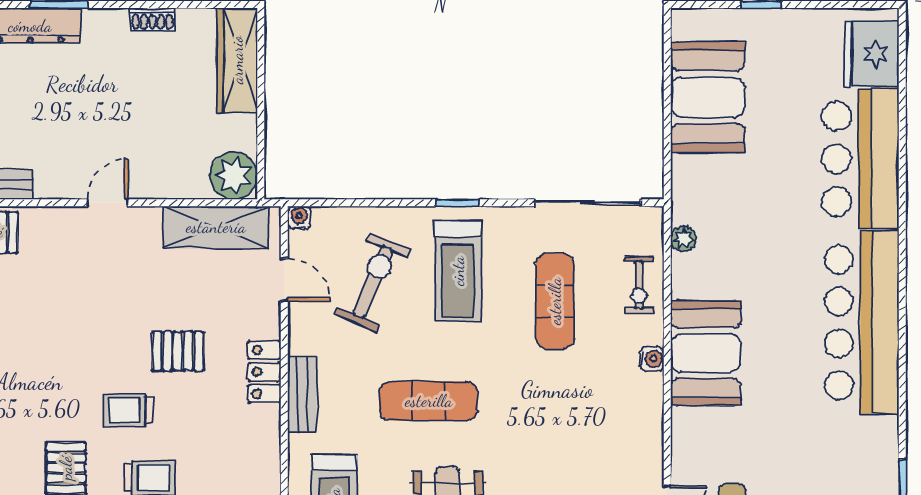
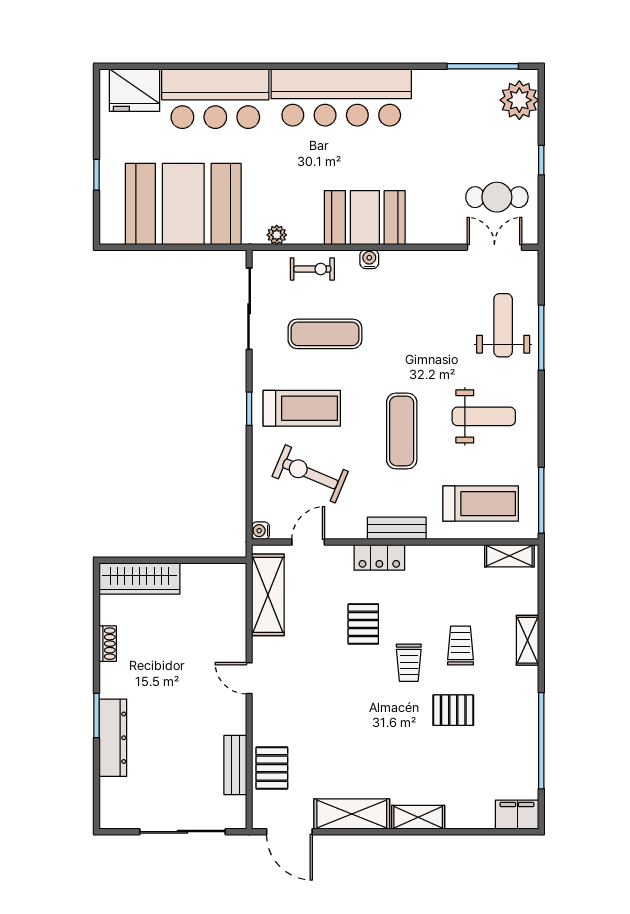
booth: (708, 97) -> (183, 204), width x1.36, depth x1.42
plant: (234, 176) -> (228, 581), removed

